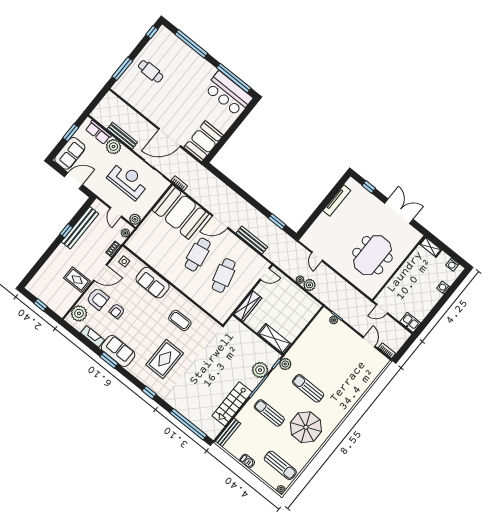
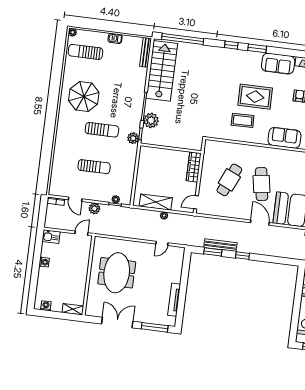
window: (369, 187) -> (155, 327), width x2.17
window: (253, 202) -> (242, 256), added
double door: (399, 211) -> (117, 323), swing flipped
door: (220, 222) -> (260, 223), hinge flipped
bench: (252, 240) -> (220, 245), moved
door: (317, 256) -> (162, 243), swing flipped
cafe table: (224, 275) -> (229, 180), turned 39
plant: (309, 285) -> (94, 209), moved
washing machine: (443, 288) -> (44, 262), moved
shelving: (274, 339) -> (156, 202), moved
rug: (165, 359) -> (255, 97), moved, turned 90
window: (109, 360) -> (257, 48), moved
stairs: (232, 404) -> (162, 71), width x1.36, depth x1.51
sun lounger: (269, 413) -> (94, 167), moved

